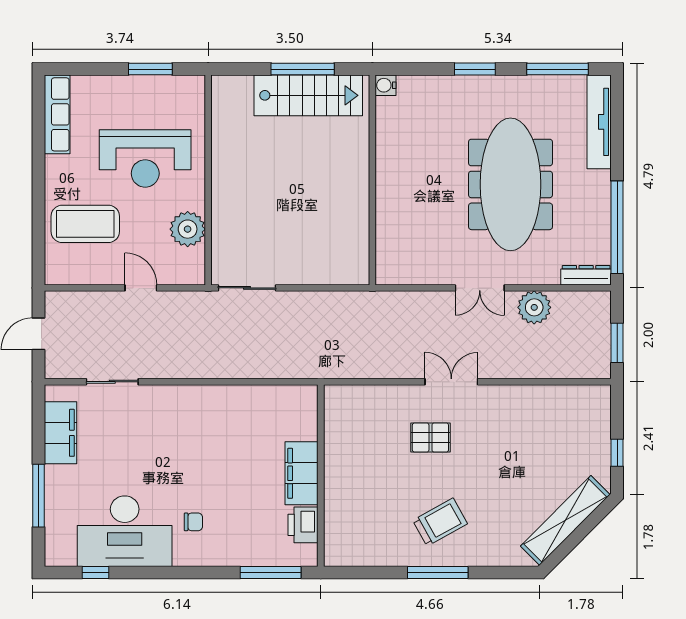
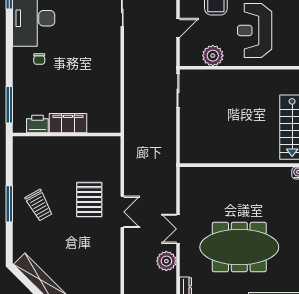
pallet: (430, 438) -> (89, 200), width x1.50, depth x1.42

